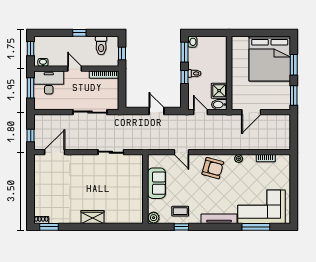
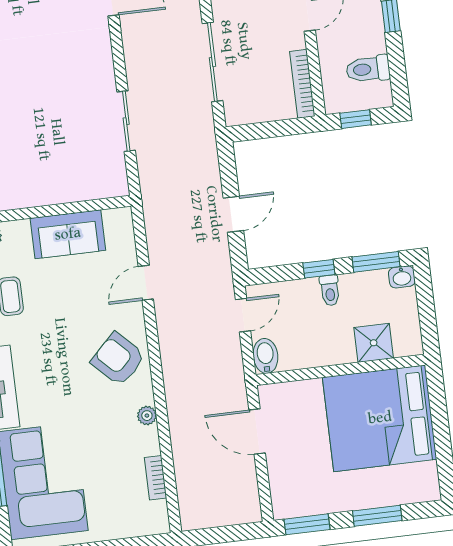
bed: (270, 59) -> (380, 418), moved
shower: (219, 91) -> (374, 343), moved
armchair: (213, 168) -> (118, 359), turned 120

